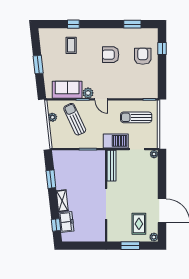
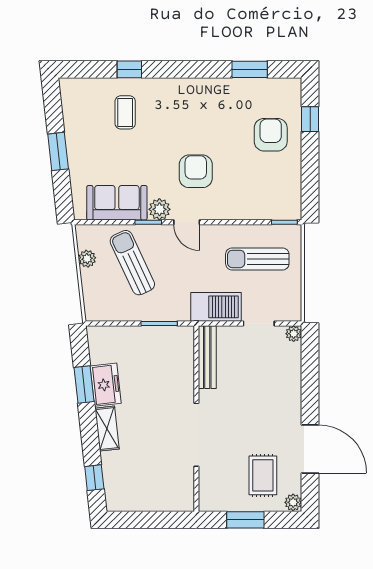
armchair: (111, 55) -> (196, 171), moved, turned 90
freezer: (66, 222) -> (106, 385), moved

